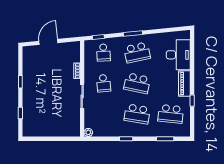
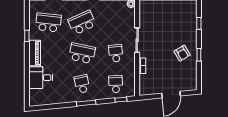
school desk: (137, 53) -> (82, 84), width x0.54
desk: (178, 55) -> (41, 78), width x0.73
armchair: (37, 83) -> (182, 53), added
school desk: (137, 114) -> (82, 22), turned -33

